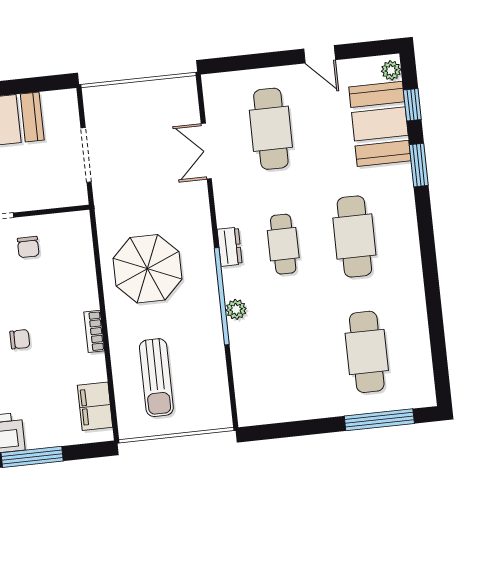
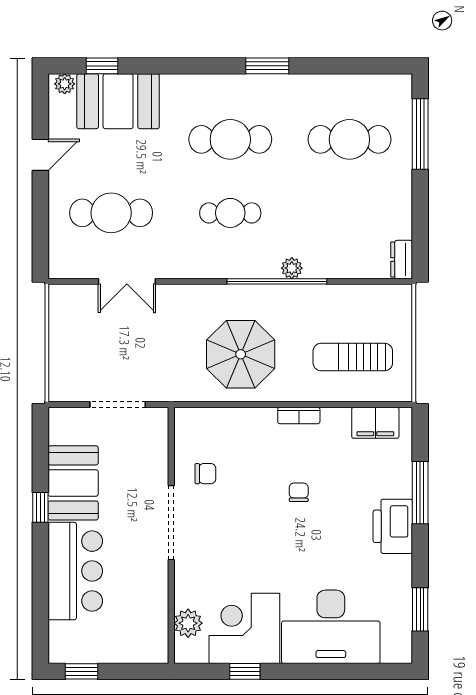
window: (419, 165) -> (267, 66), moved
dresser: (230, 247) -> (402, 260), moved, turned -90
sun lounger: (156, 378) -> (353, 357), turned 180

